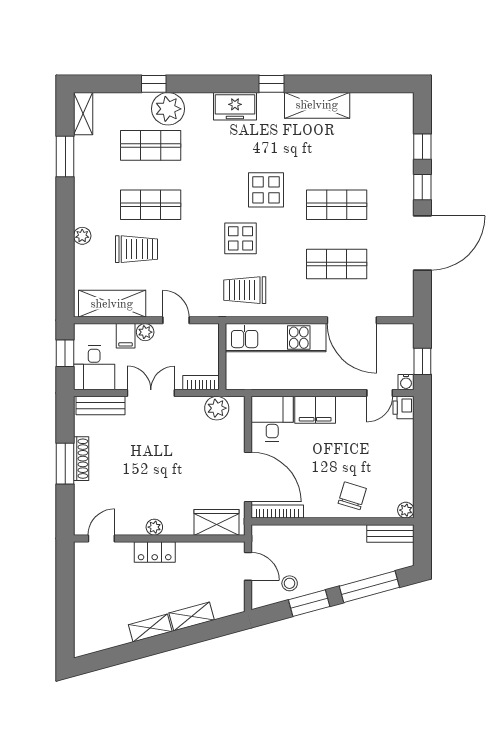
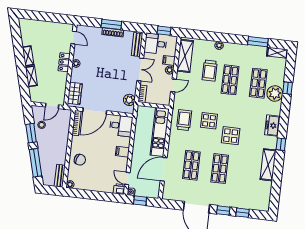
filing cabinet: (315, 410) -> (122, 152), width x0.50

